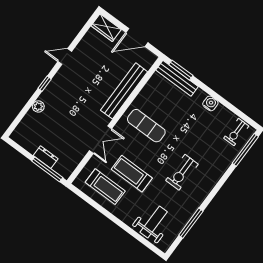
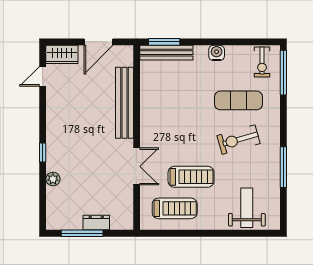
door: (65, 57) -> (43, 76), moved
exercise mat: (146, 126) -> (238, 100), moved
window: (47, 169) -> (82, 233), moved
exercise bike: (182, 172) -> (239, 140), turned 74
treadmill: (132, 174) -> (191, 177), turned 180
window: (191, 223) -> (283, 167), moved

